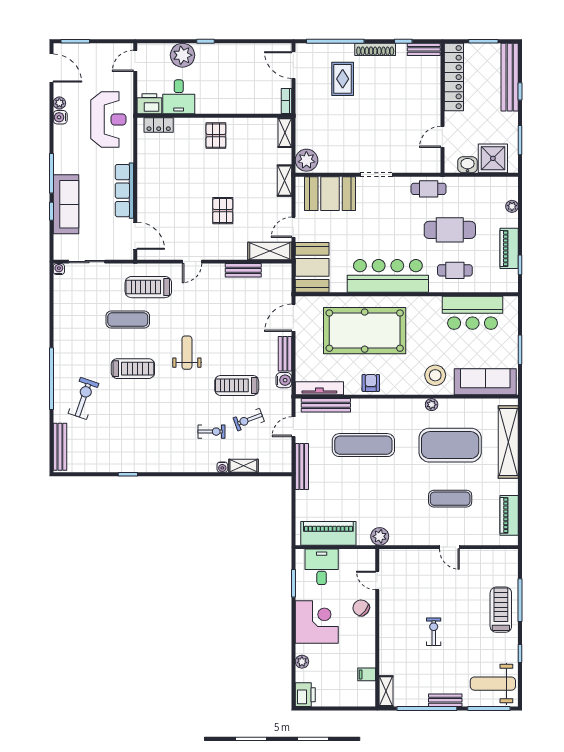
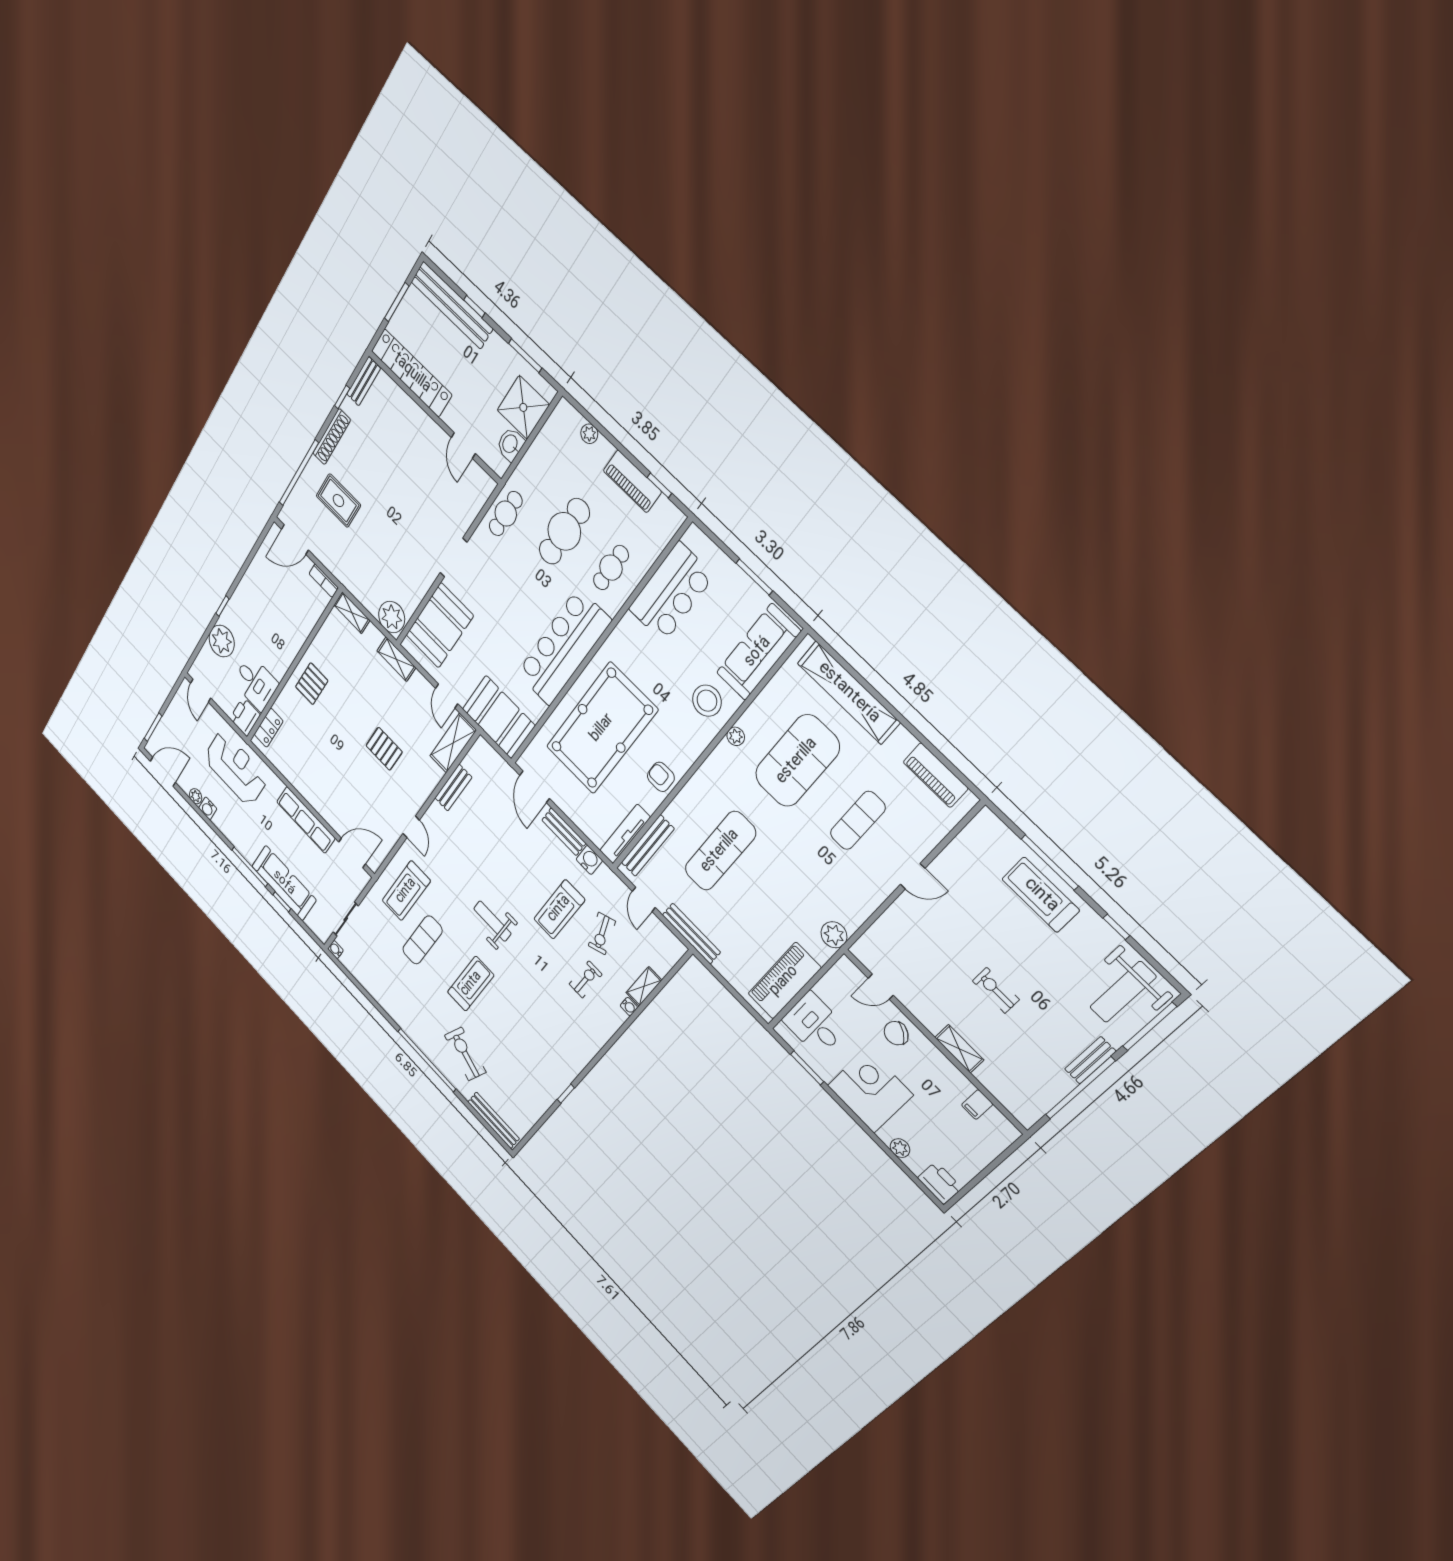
pallet: (216, 136) -> (312, 684), turned 90
shelving: (386, 691) -> (959, 1049), moved

